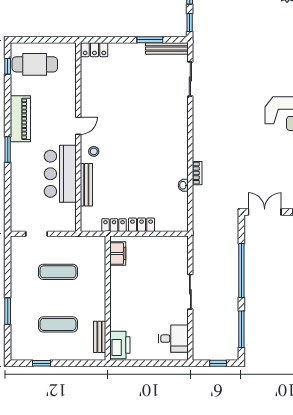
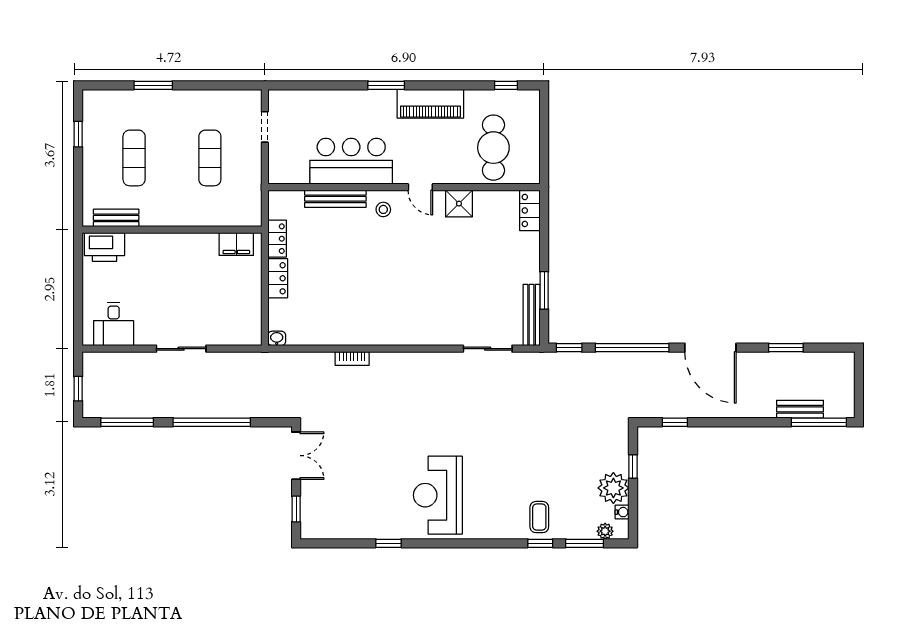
cafe table: (35, 64) -> (493, 148), moved
shower: (90, 99) -> (459, 204), added
washbasin: (183, 185) -> (277, 338), moved

